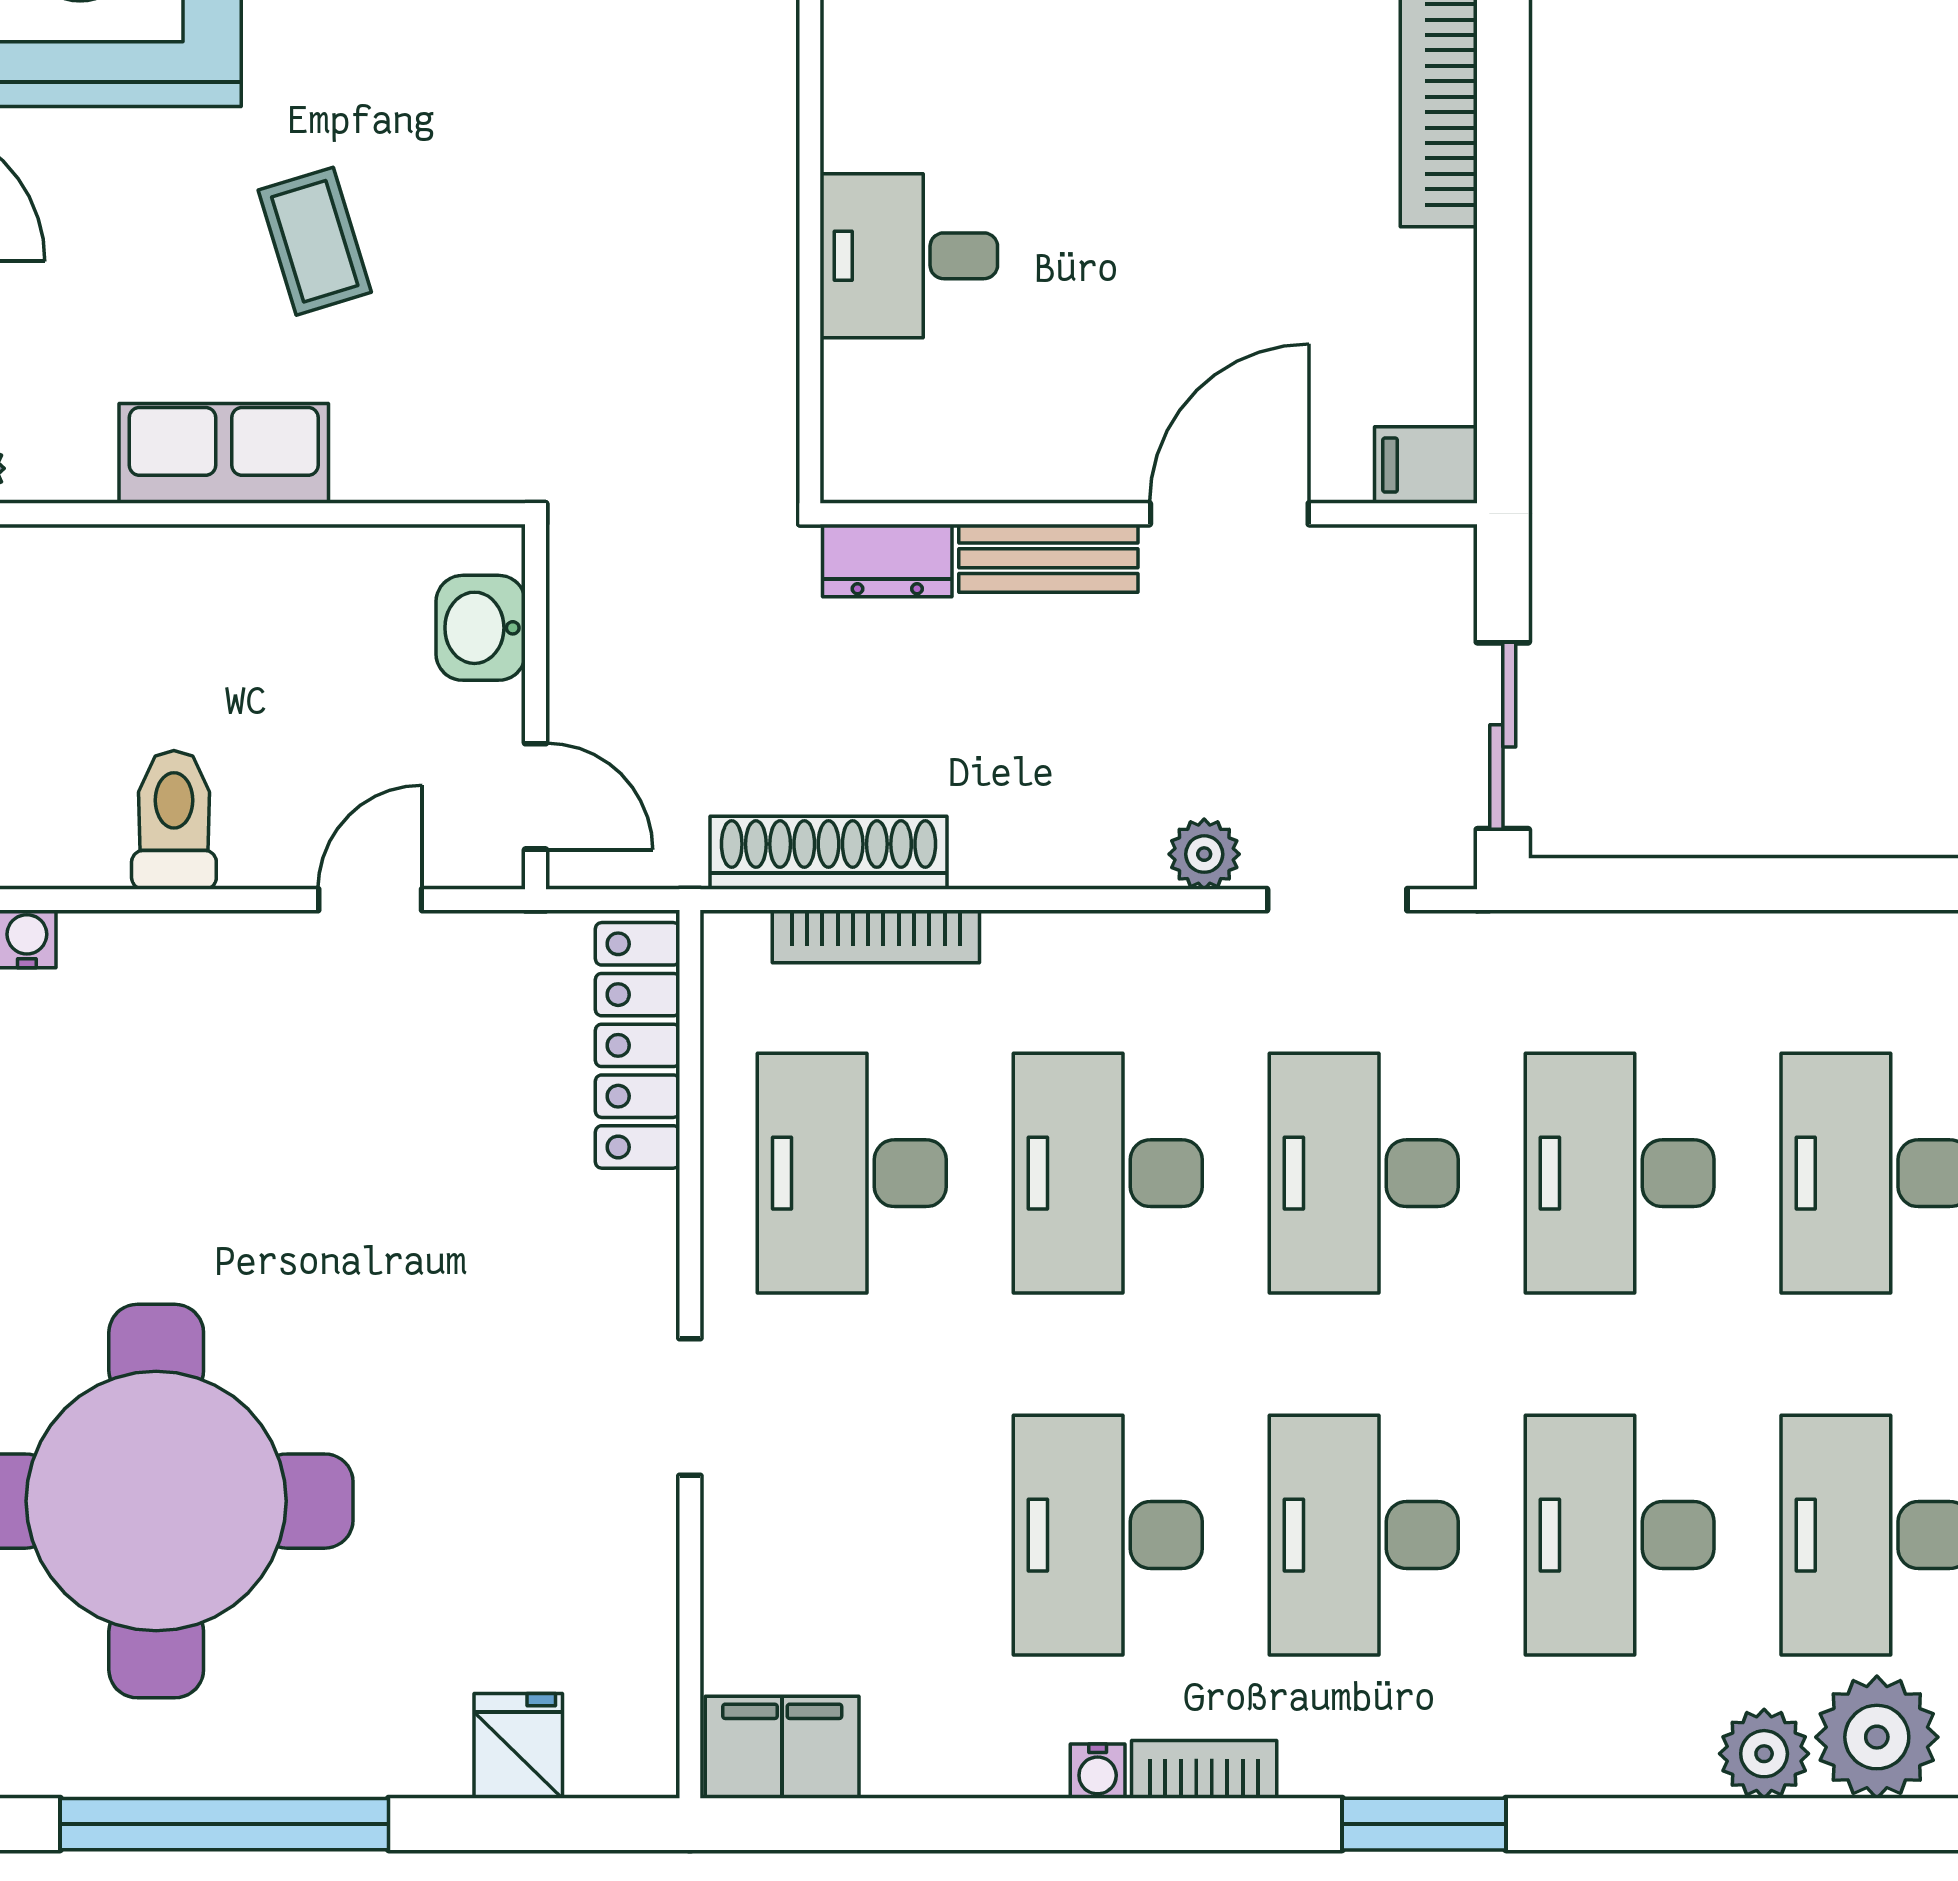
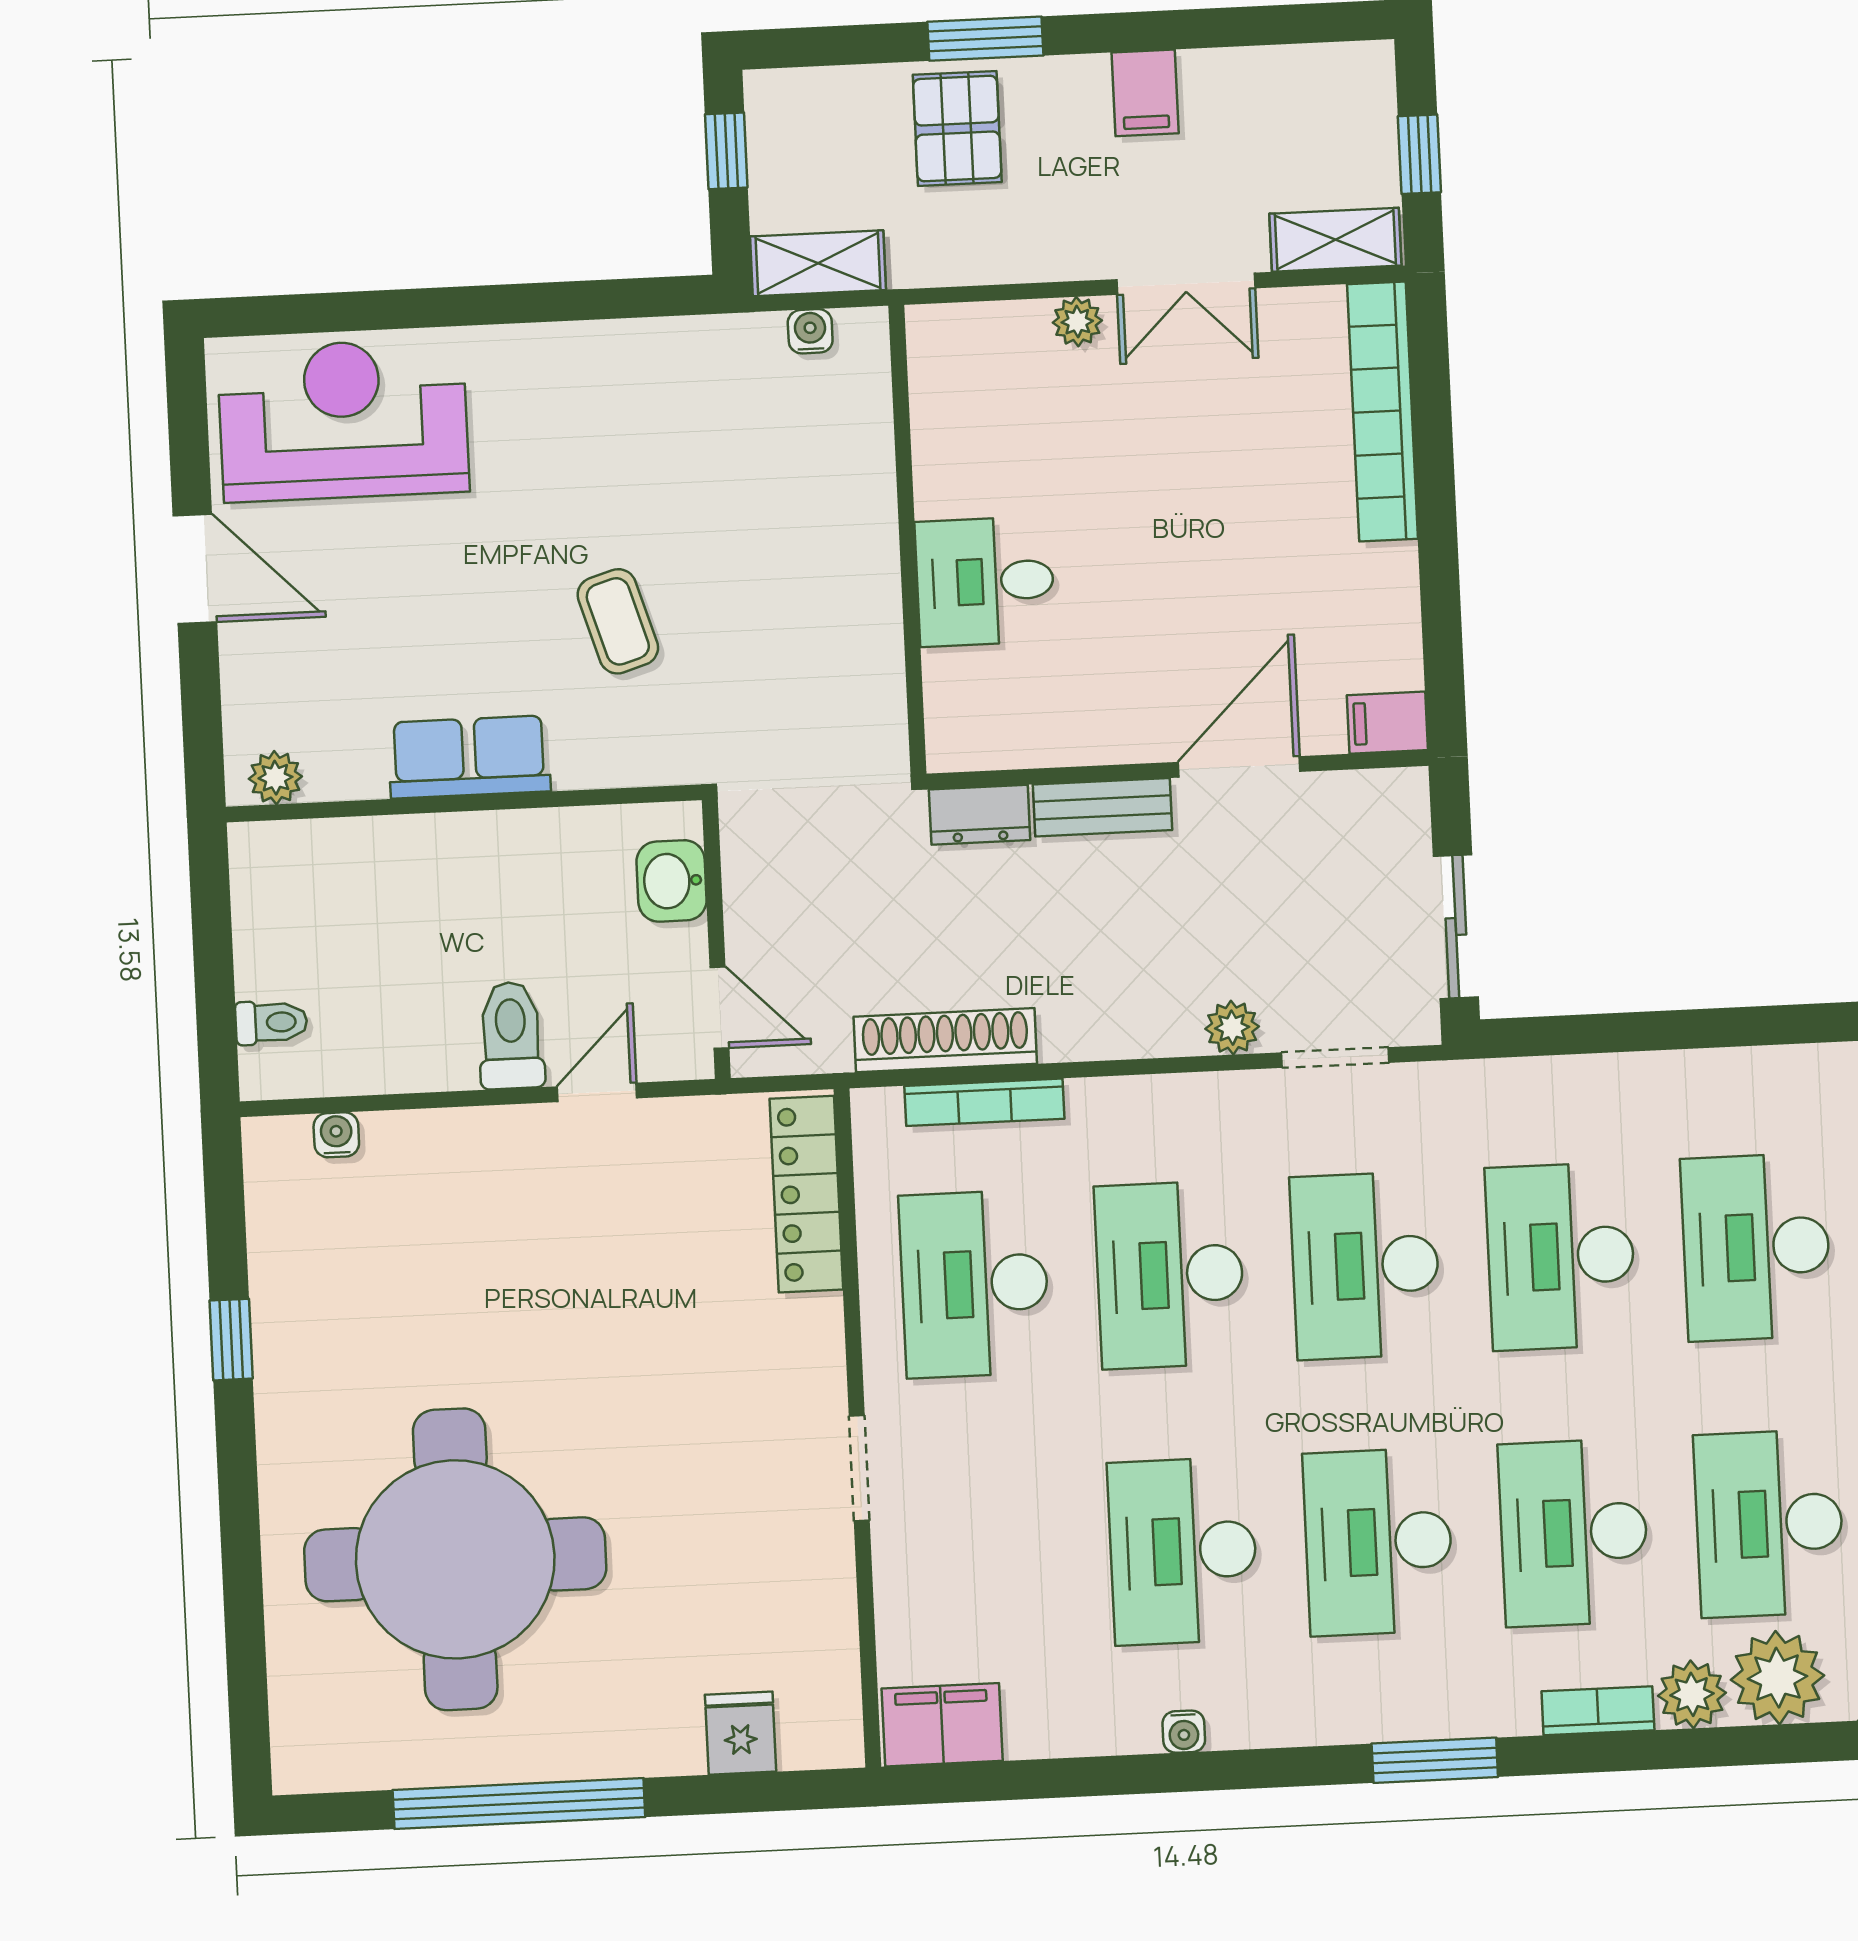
coffee table: (315, 241) -> (618, 621), moved
toilet: (174, 820) -> (511, 1035), moved
bookcase: (1204, 1769) -> (1598, 1711), moved

